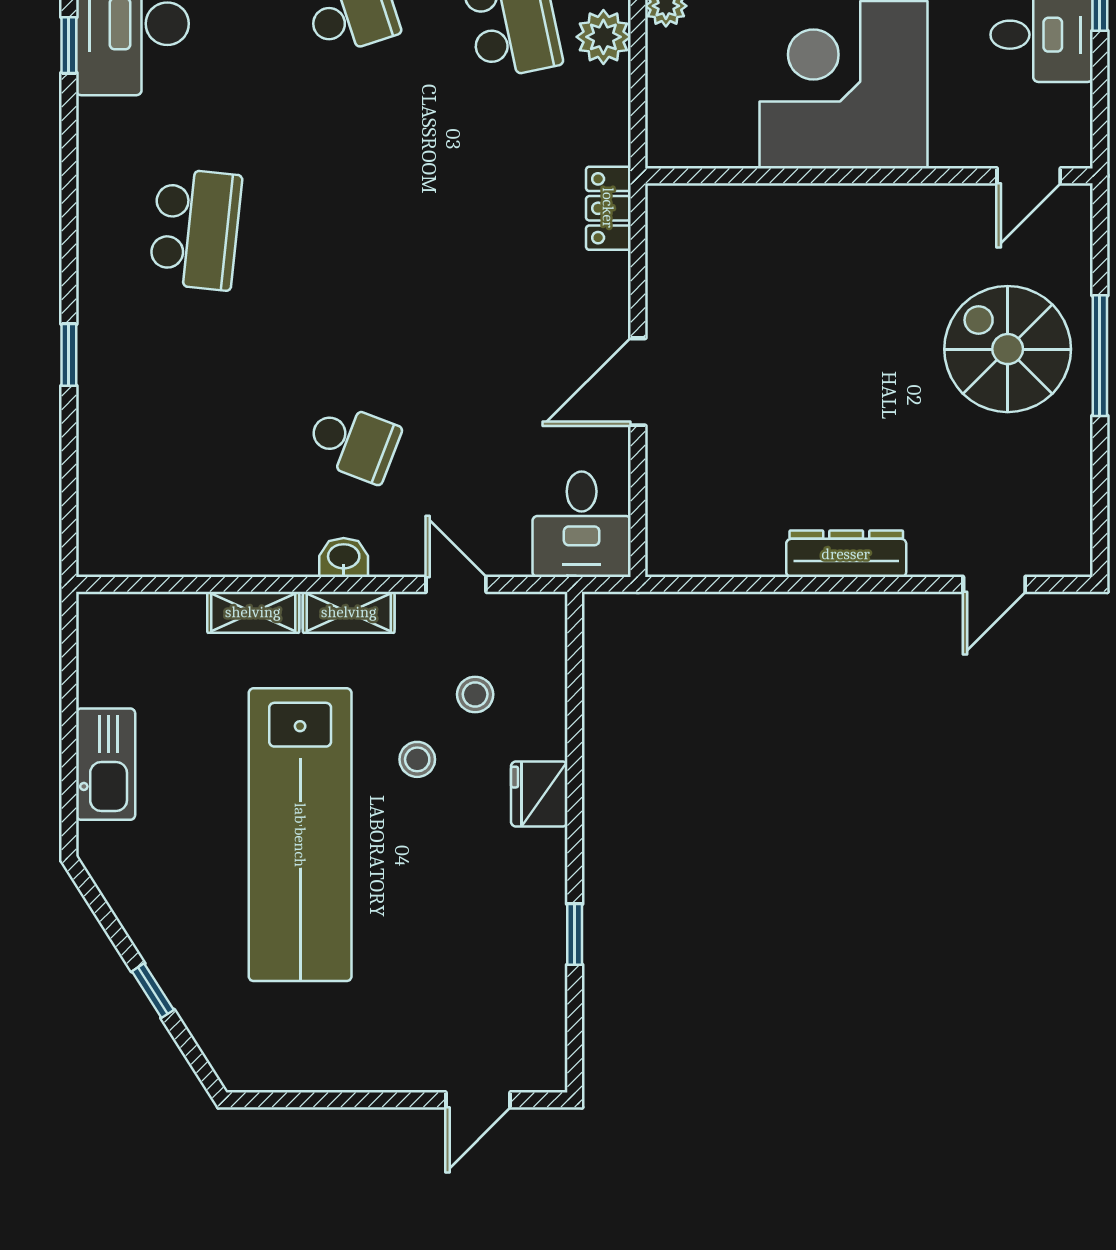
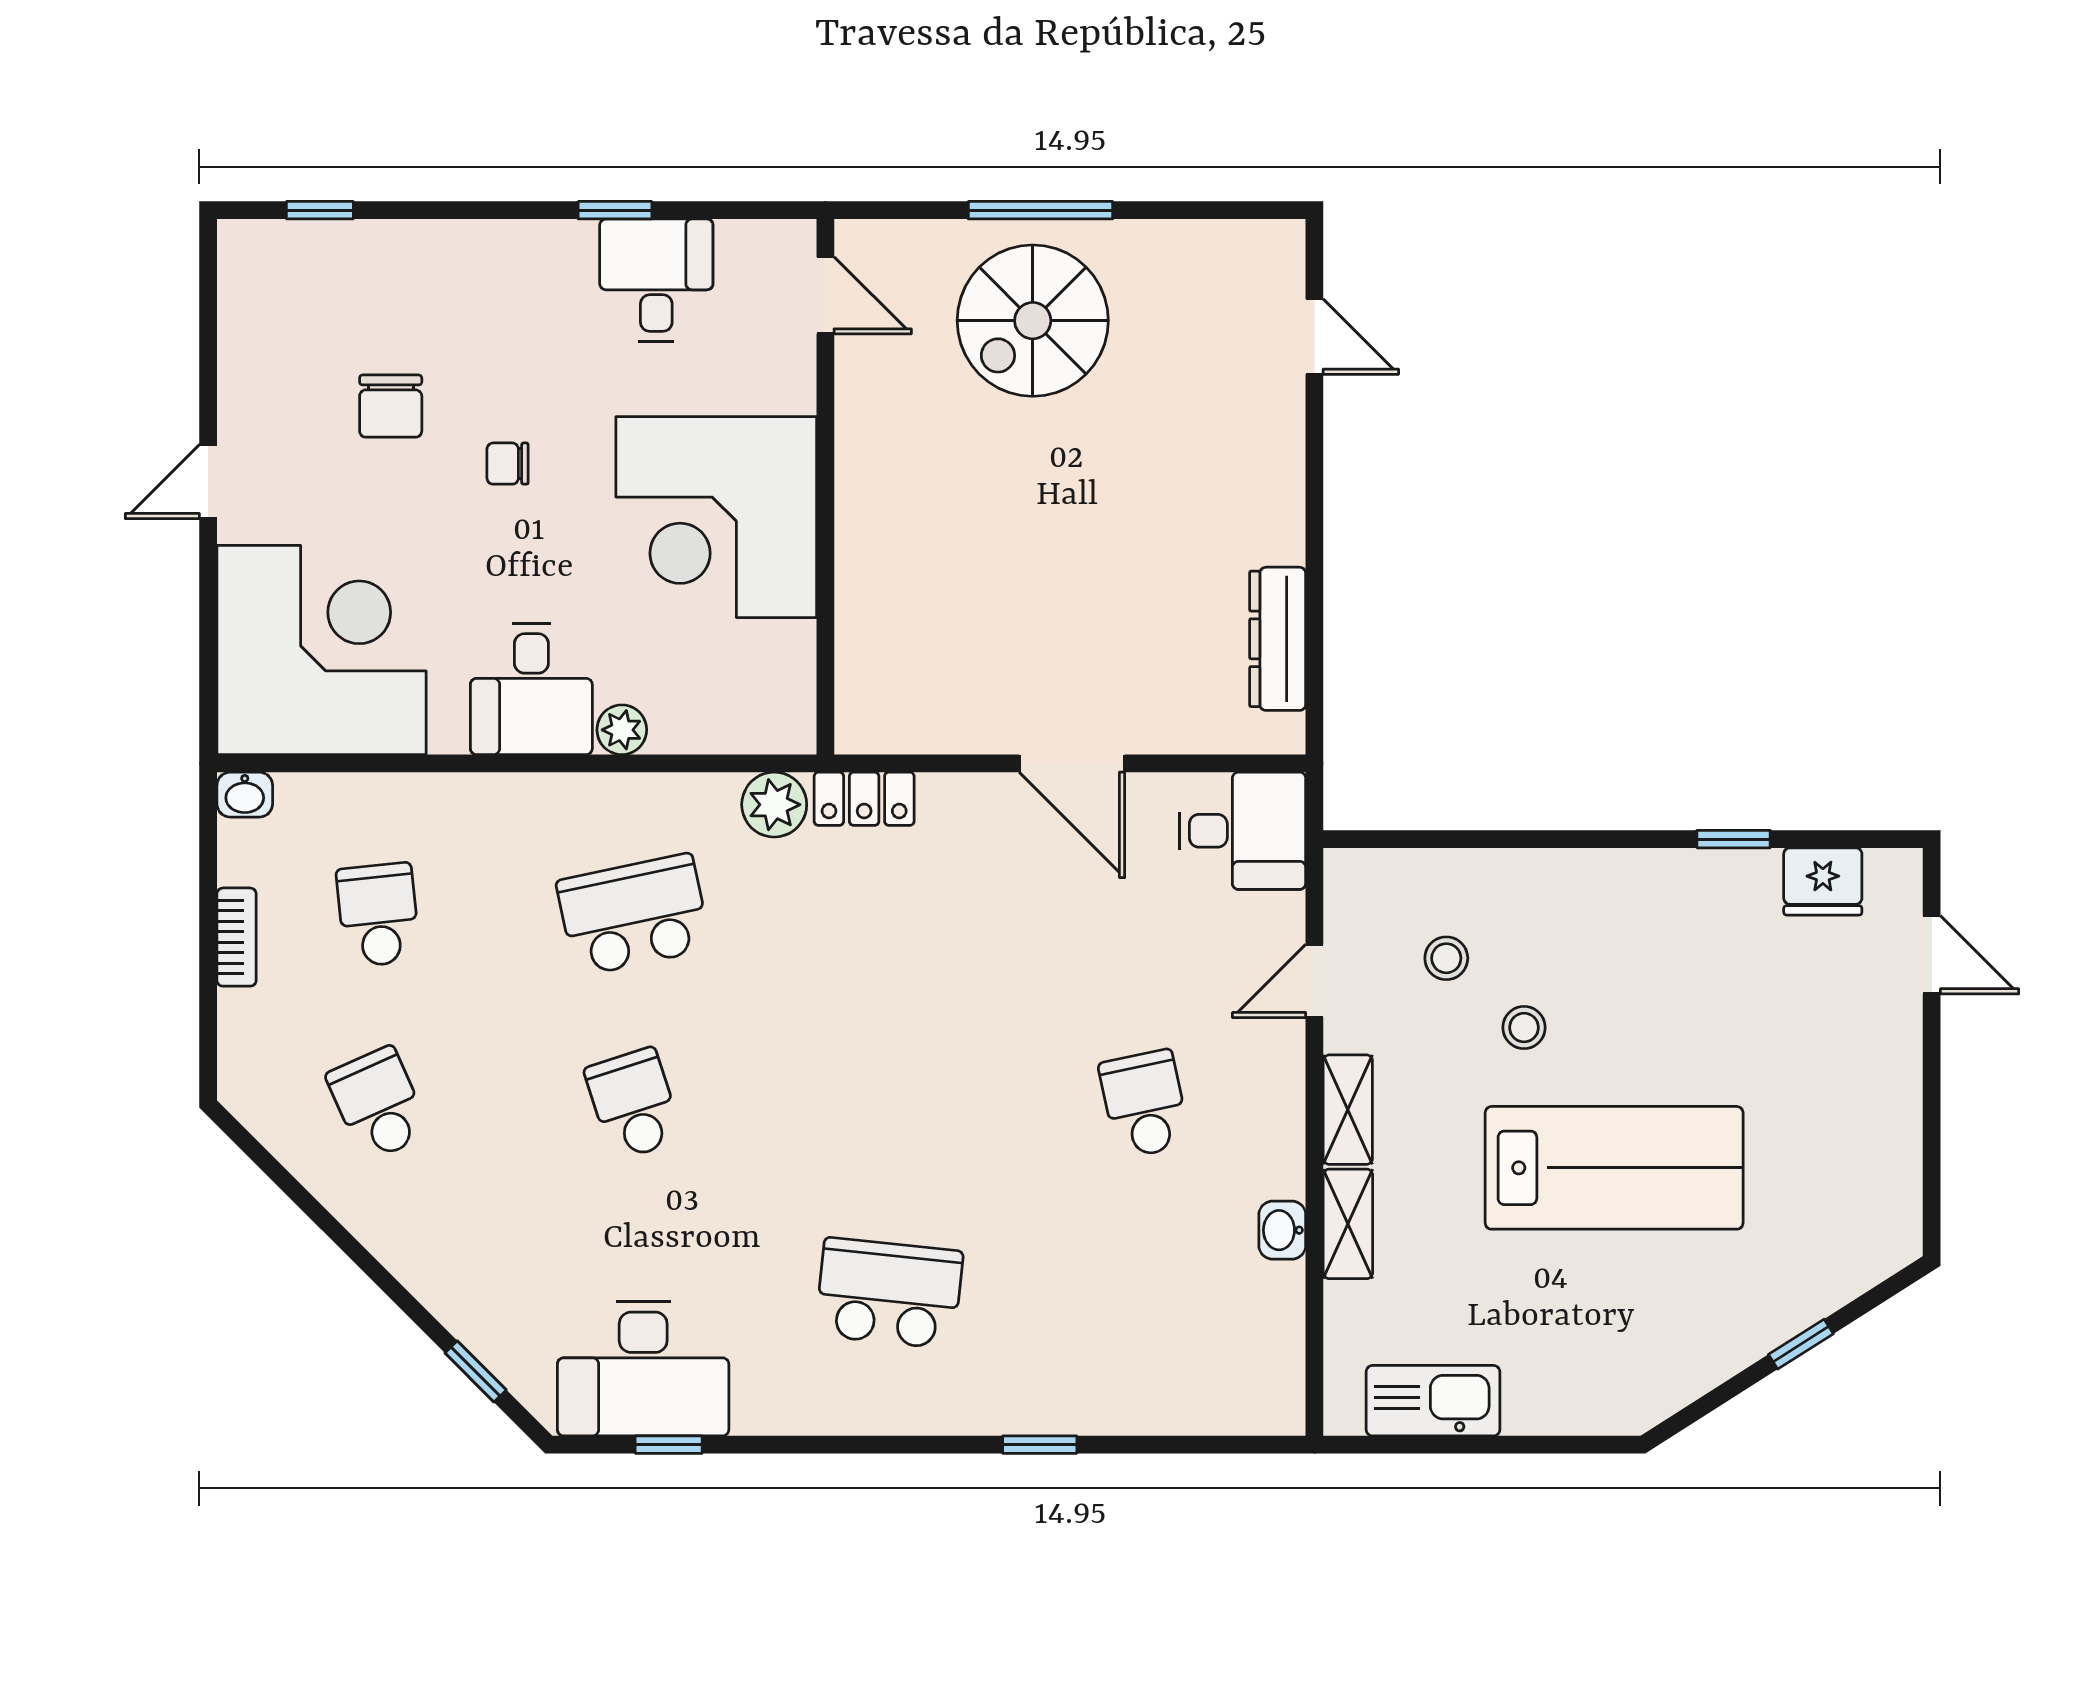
plant: (603, 37) -> (774, 805), moved
school desk: (353, 442) -> (1144, 1104), turned -33
dresser: (846, 554) -> (1278, 639), moved
washbasin: (344, 557) -> (1282, 1230), moved
kitchen sink: (106, 764) -> (1433, 1401), moved
fridge: (539, 794) -> (1823, 881), moved
lab bench: (300, 835) -> (1614, 1168), width x0.73

